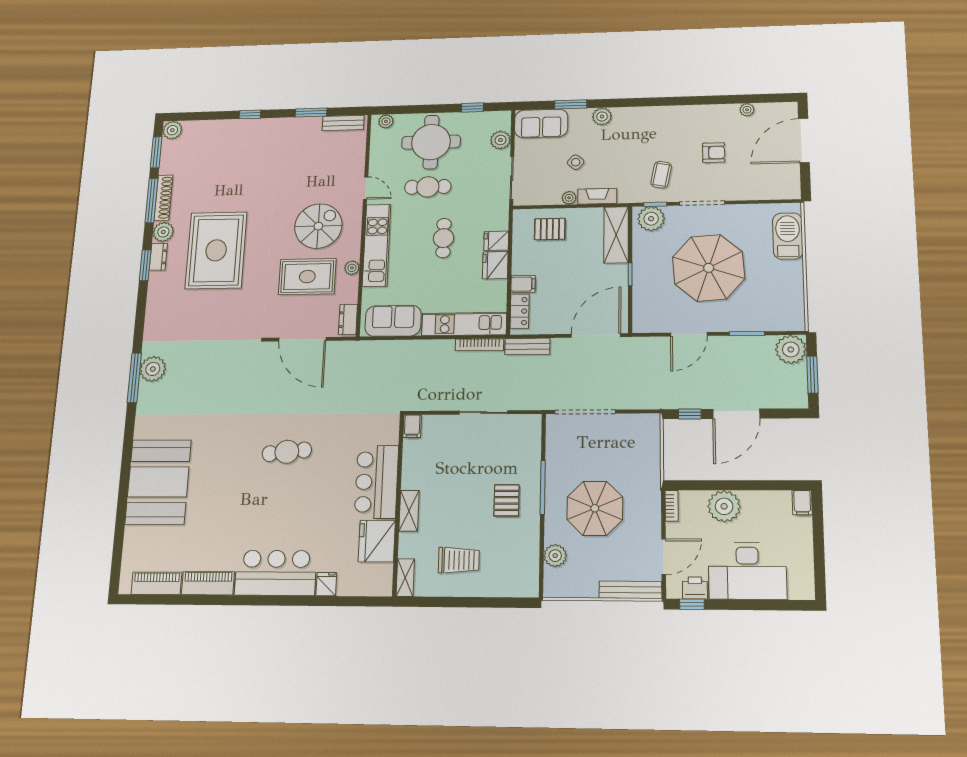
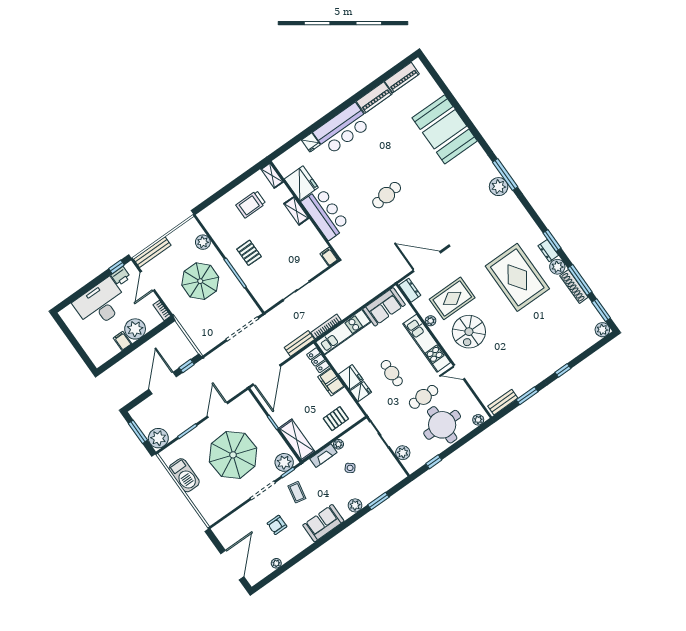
sofa: (541, 123) -> (323, 523), moved
barbecue: (788, 236) -> (184, 475), moved
filing cabinet: (523, 284) -> (331, 382), width x2.00
filing cabinet: (802, 503) -> (122, 341), moved

